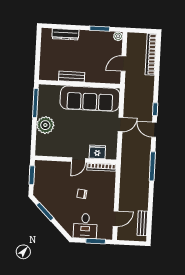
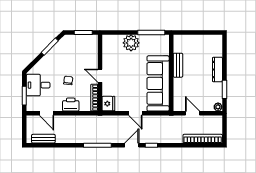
dresser: (65, 34) -> (217, 70), moved
fridge: (97, 152) -> (108, 104), moved
printer: (108, 192) -> (71, 105), added

